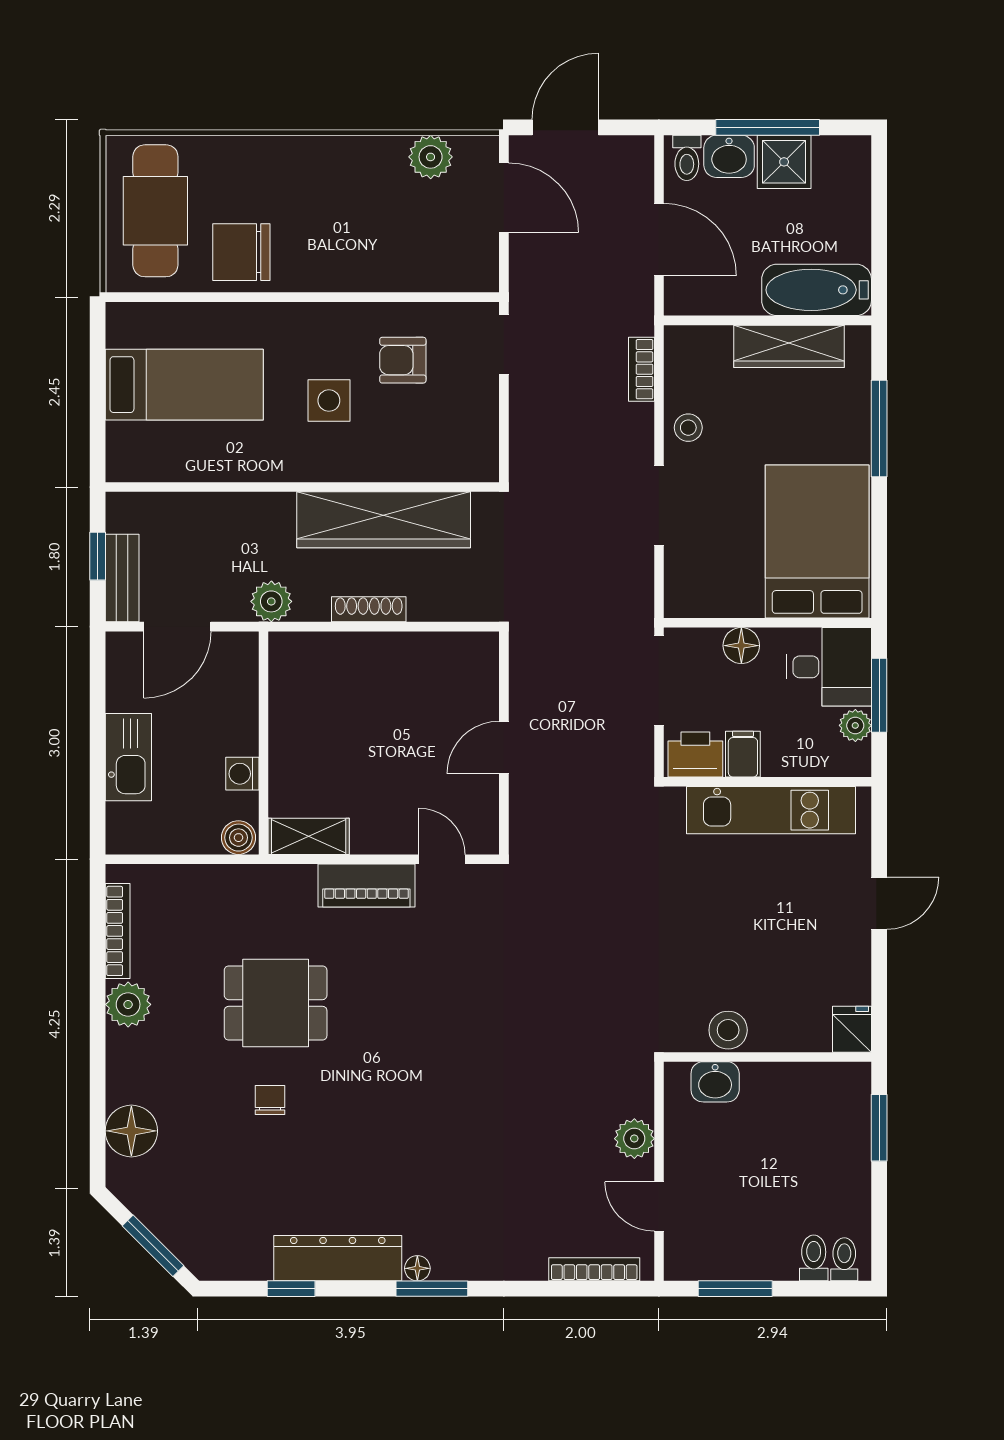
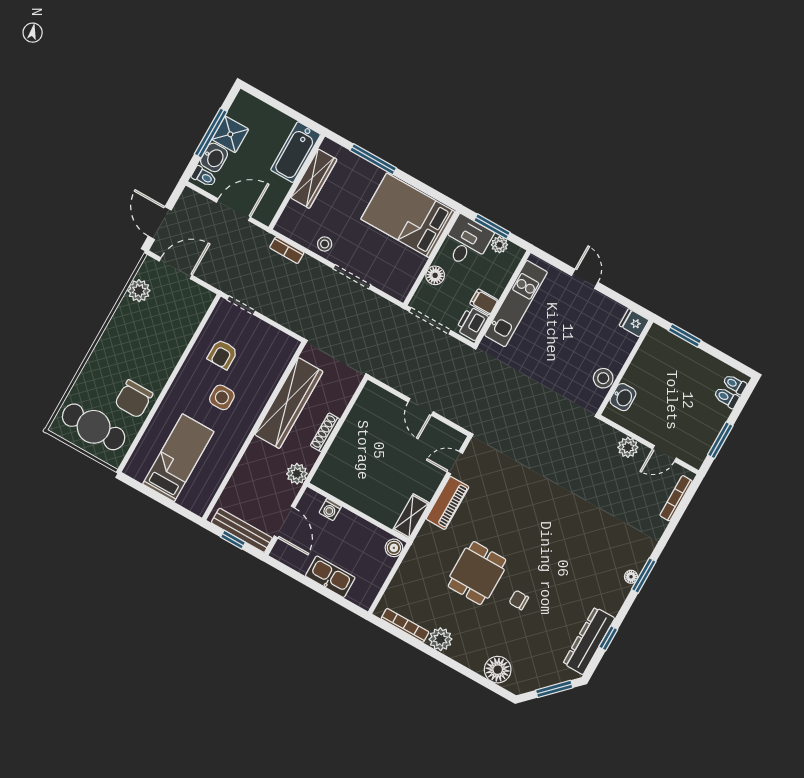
bench: (122, 578) -> (242, 530), width x1.36
washing machine: (242, 774) -> (330, 510), moved
dresser: (338, 1258) -> (589, 641), moved

